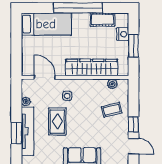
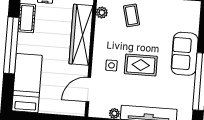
rug: (57, 121) -> (141, 65), moved

